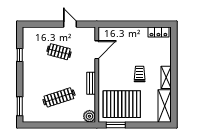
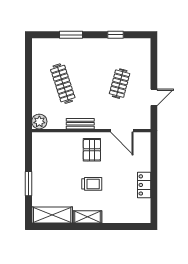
locker: (158, 32) -> (144, 185), moved
pallet: (122, 104) -> (92, 150), moved, width x0.49, depth x0.50
window: (20, 106) -> (71, 35), moved
window: (116, 125) -> (28, 184), moved

